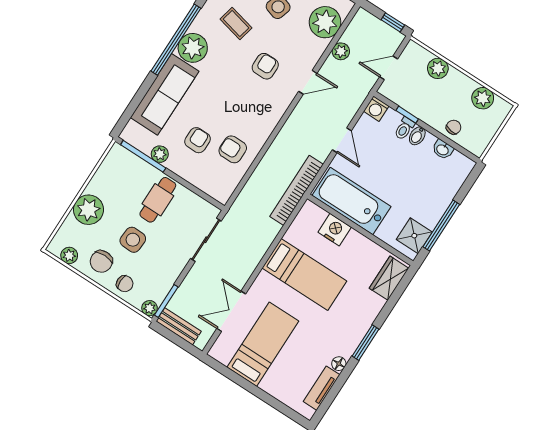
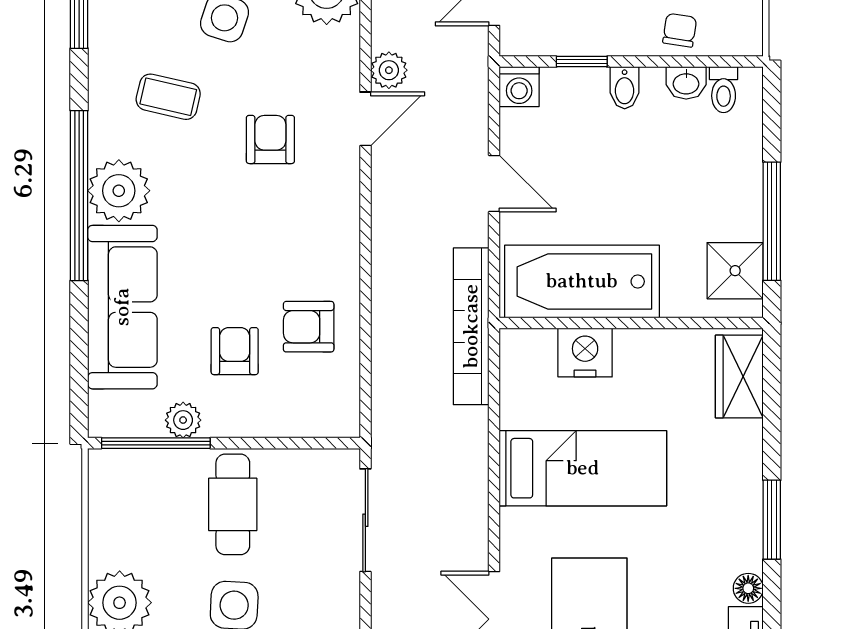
plant: (341, 51) -> (389, 70), moved
toilet: (404, 128) -> (724, 90), moved

